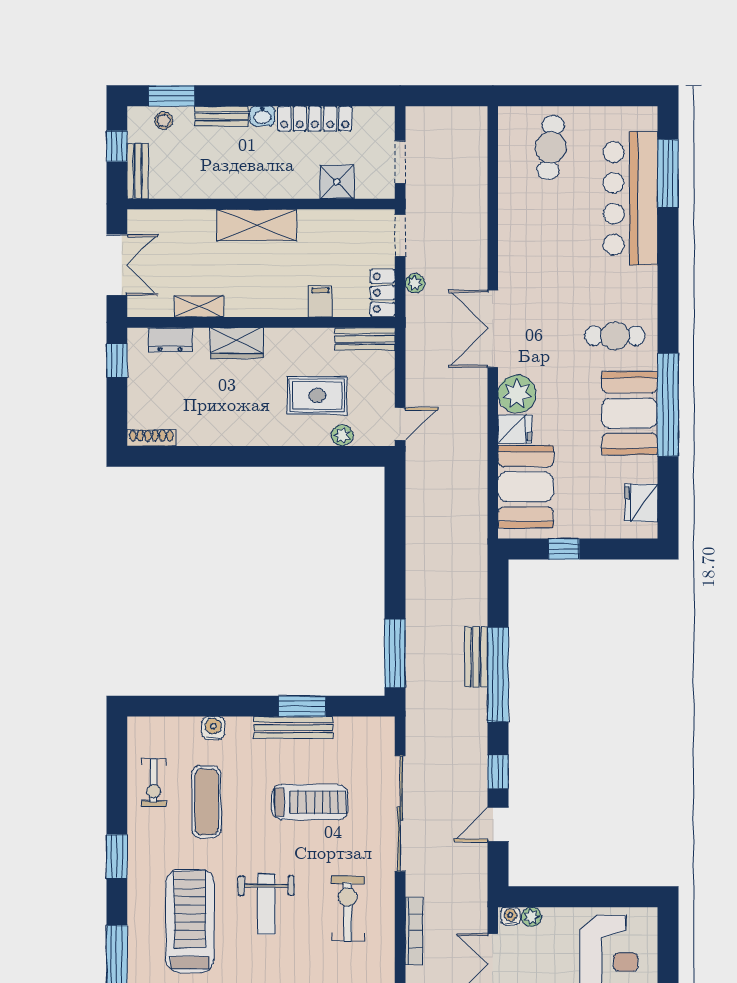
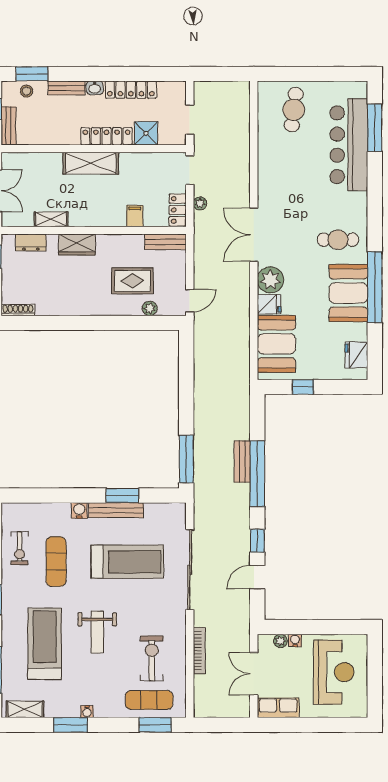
locker: (280, 186) -> (106, 136), added
water cooler: (213, 728) -> (79, 510), moved
treadmill: (310, 802) -> (127, 562), width x1.37, depth x1.38
exercise bike: (348, 909) -> (152, 658), moved
water cooler: (510, 916) -> (295, 640), moved

